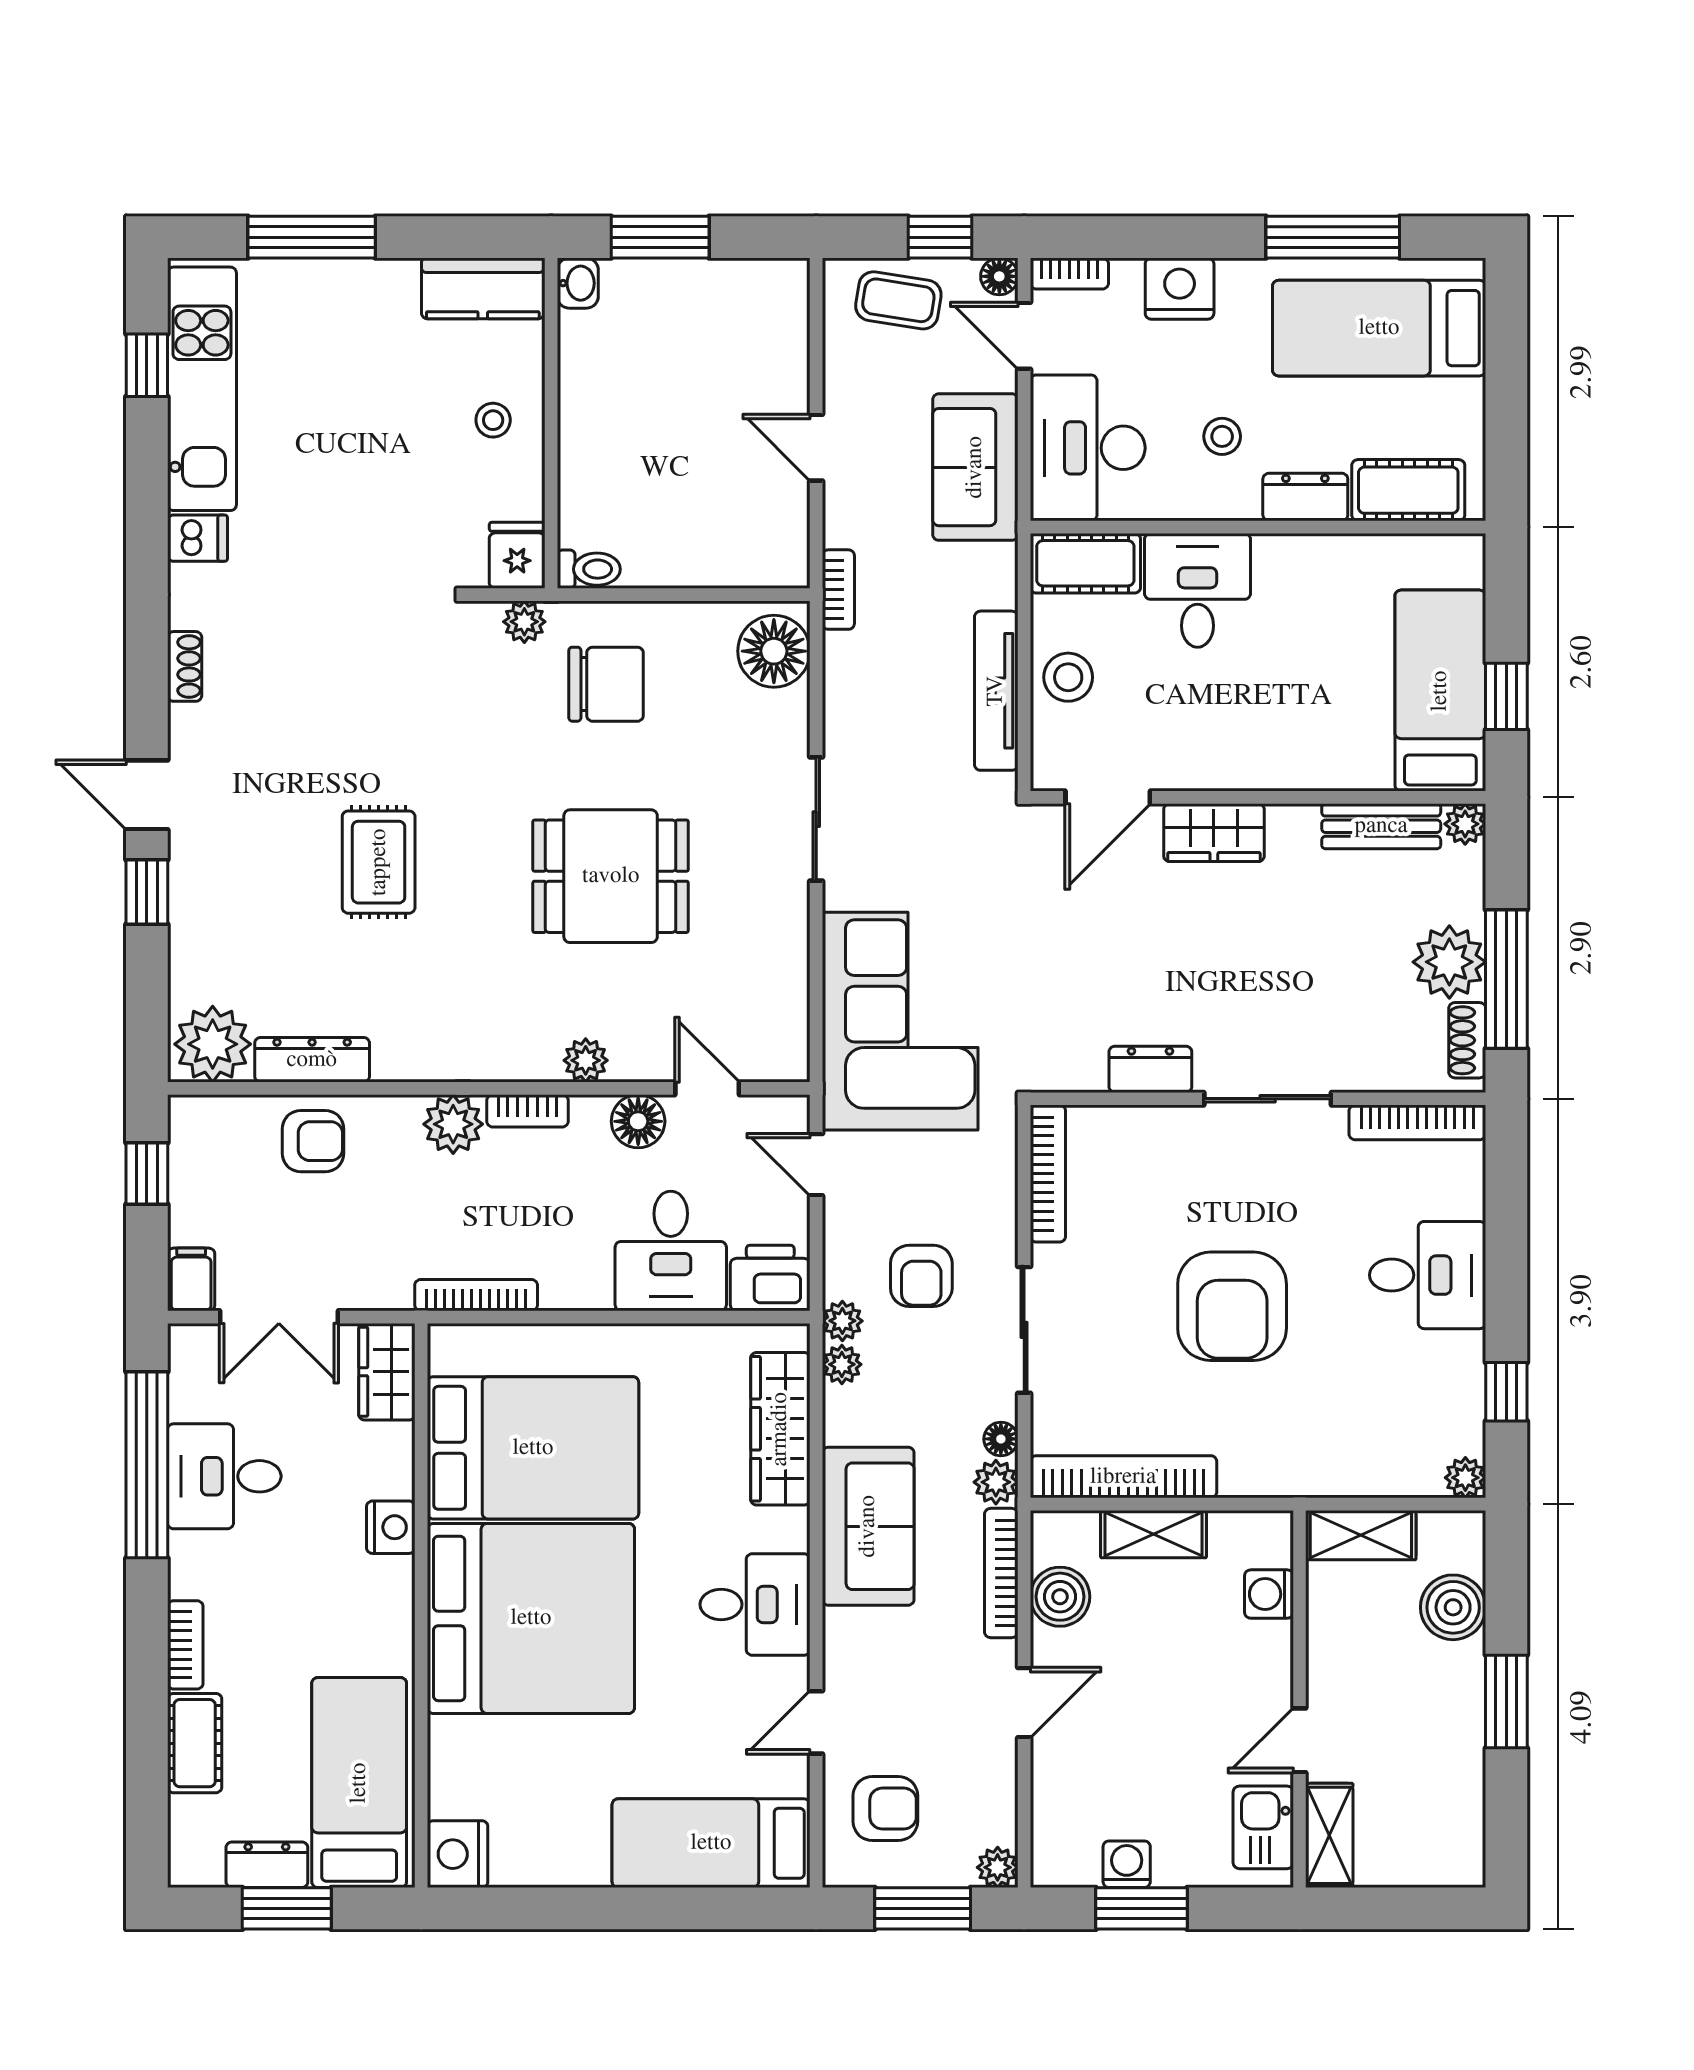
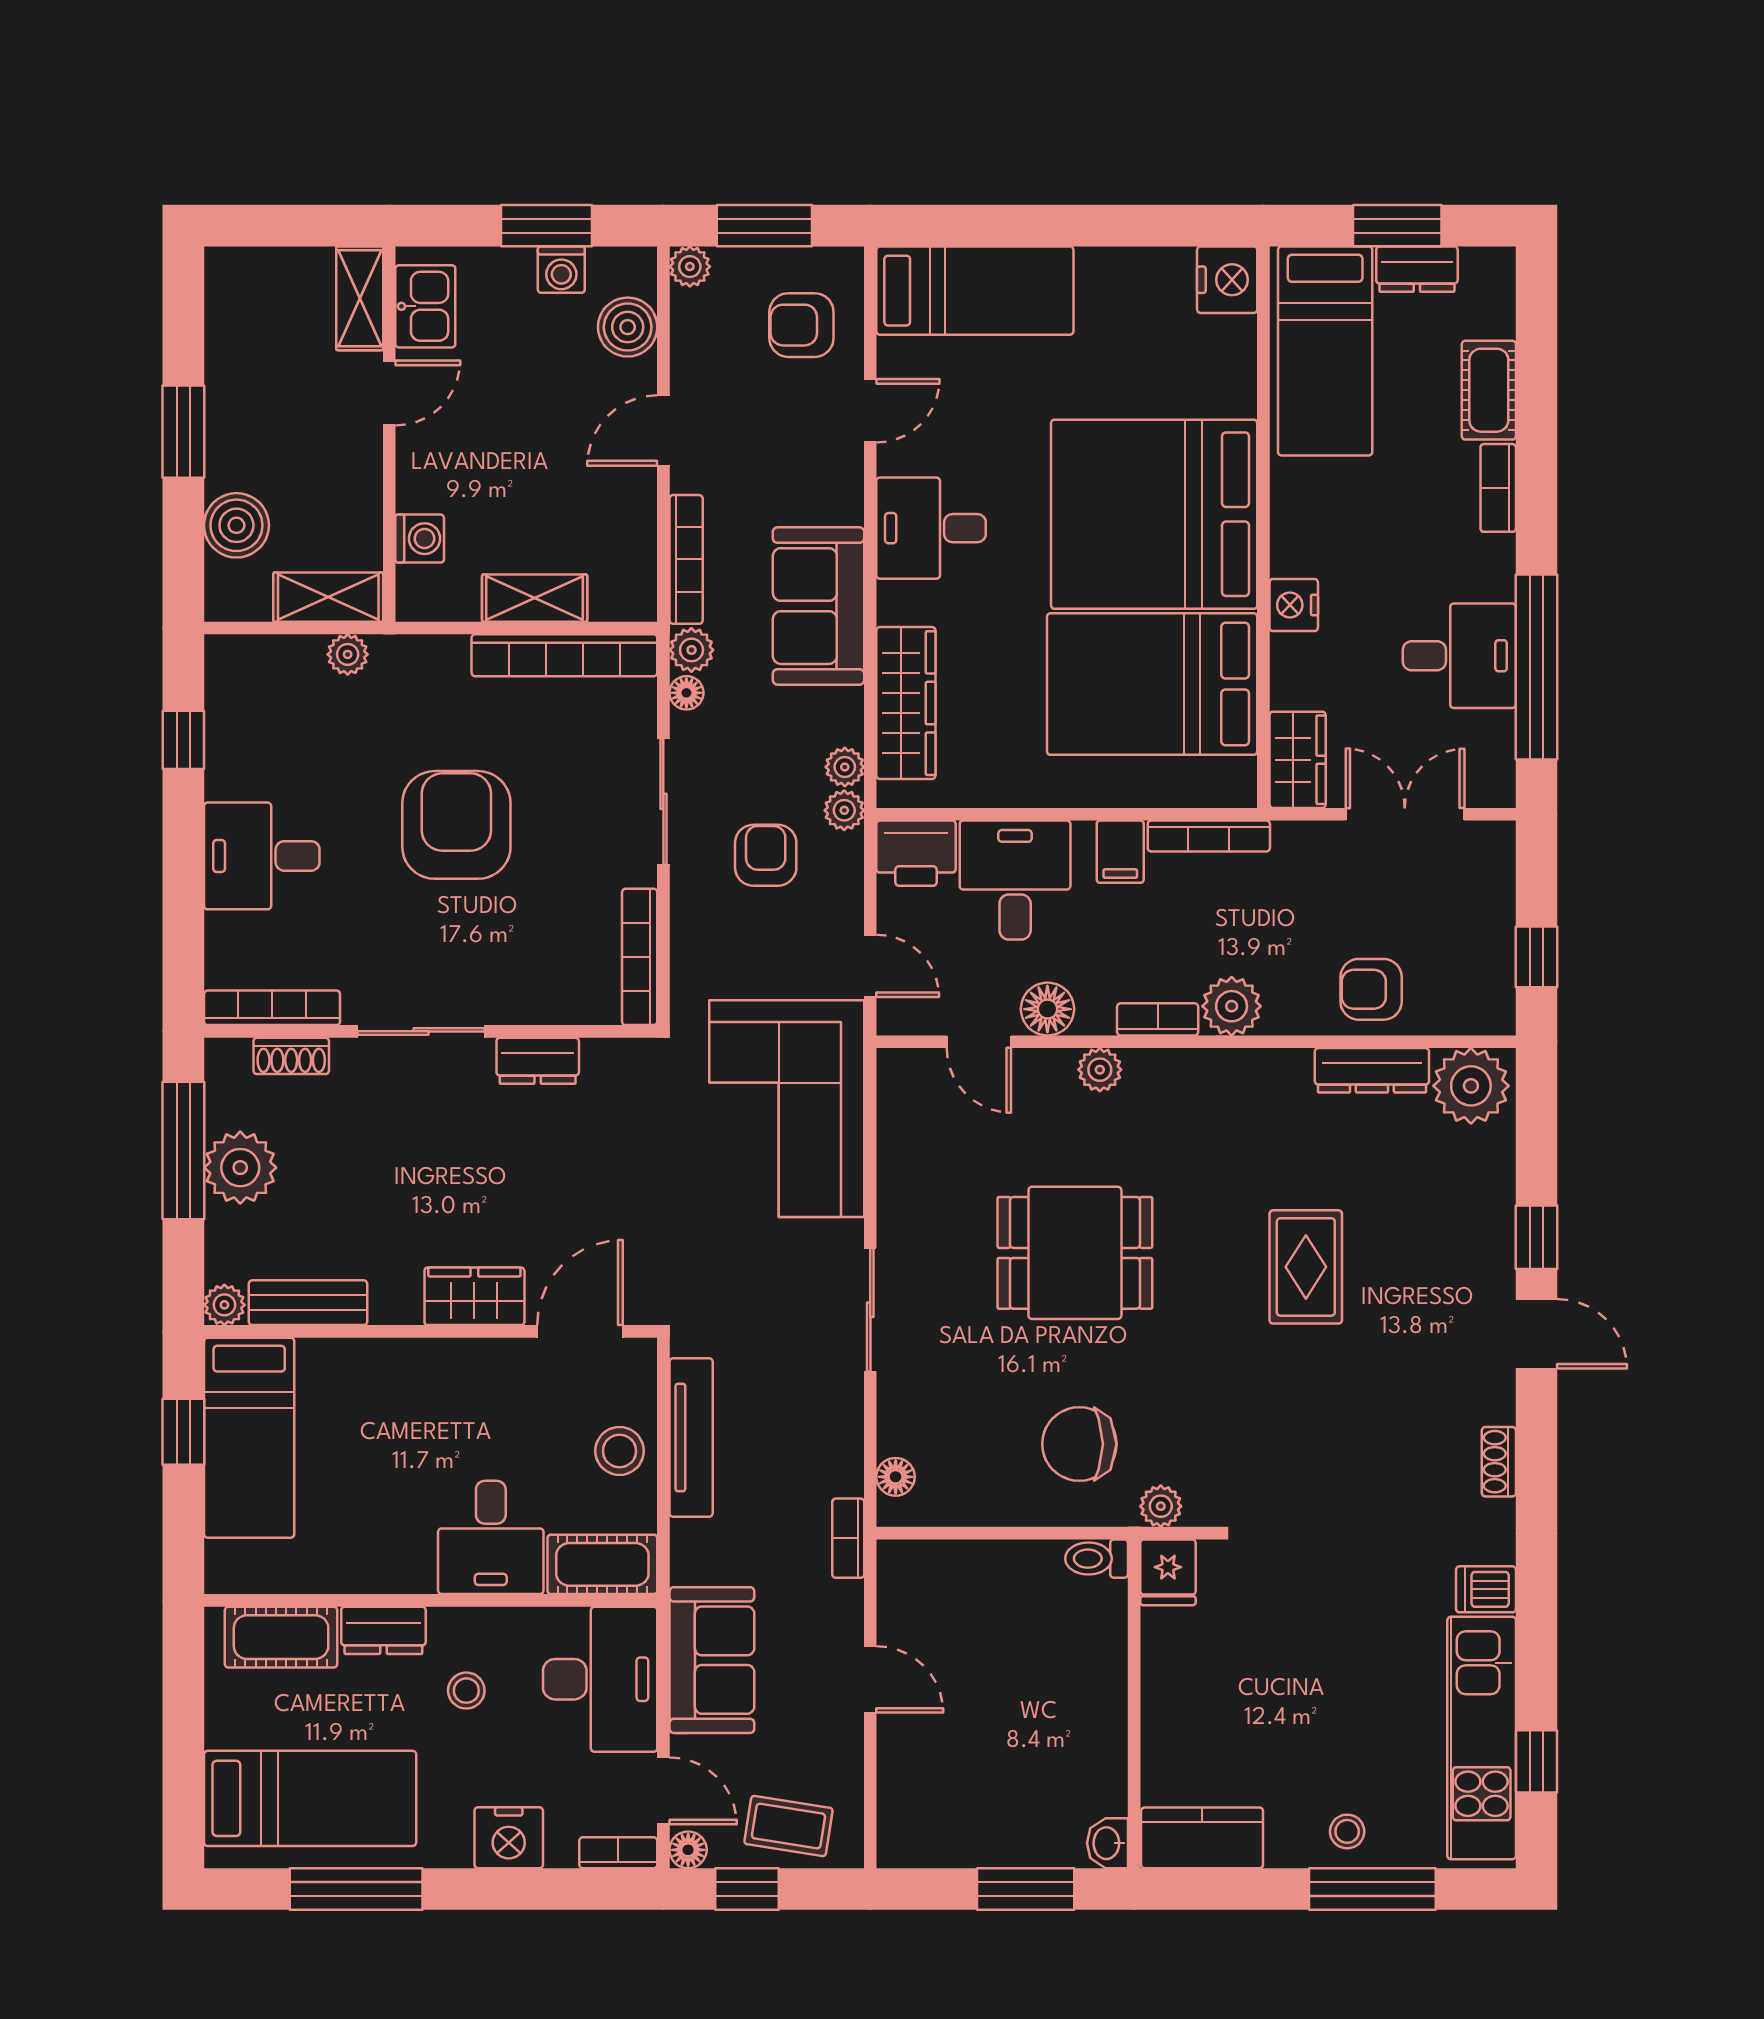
stool: (493, 420) -> (1347, 1831), moved
floor lamp: (774, 651) -> (896, 1477), width x0.53, depth x0.53
shoe rack: (1467, 1040) -> (291, 1056), moved, turned 90
filing cabinet: (191, 1279) -> (1120, 852), moved
plant: (1465, 1478) -> (348, 654), moved
boiler: (1060, 1597) -> (628, 327), moved

